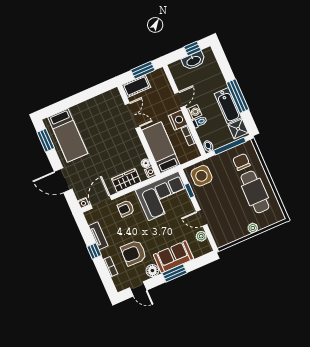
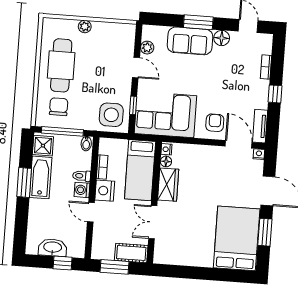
window: (192, 48) -> (63, 263), moved
window: (238, 96) -> (24, 182), width x0.69
door: (180, 100) -> (91, 212), hinge flipped
bed: (68, 135) -> (237, 238), width x1.50
window: (46, 140) -> (265, 232), moved
chair: (241, 162) -> (59, 107), turned 180
wardrobe: (126, 180) -> (168, 185), moved, turned -90
door: (101, 202) -> (239, 144), swing flipped
armchair: (126, 209) -> (215, 123), turned -90
tv unit: (98, 236) -> (260, 126), moved
armchair: (134, 253) -> (232, 69), removed

